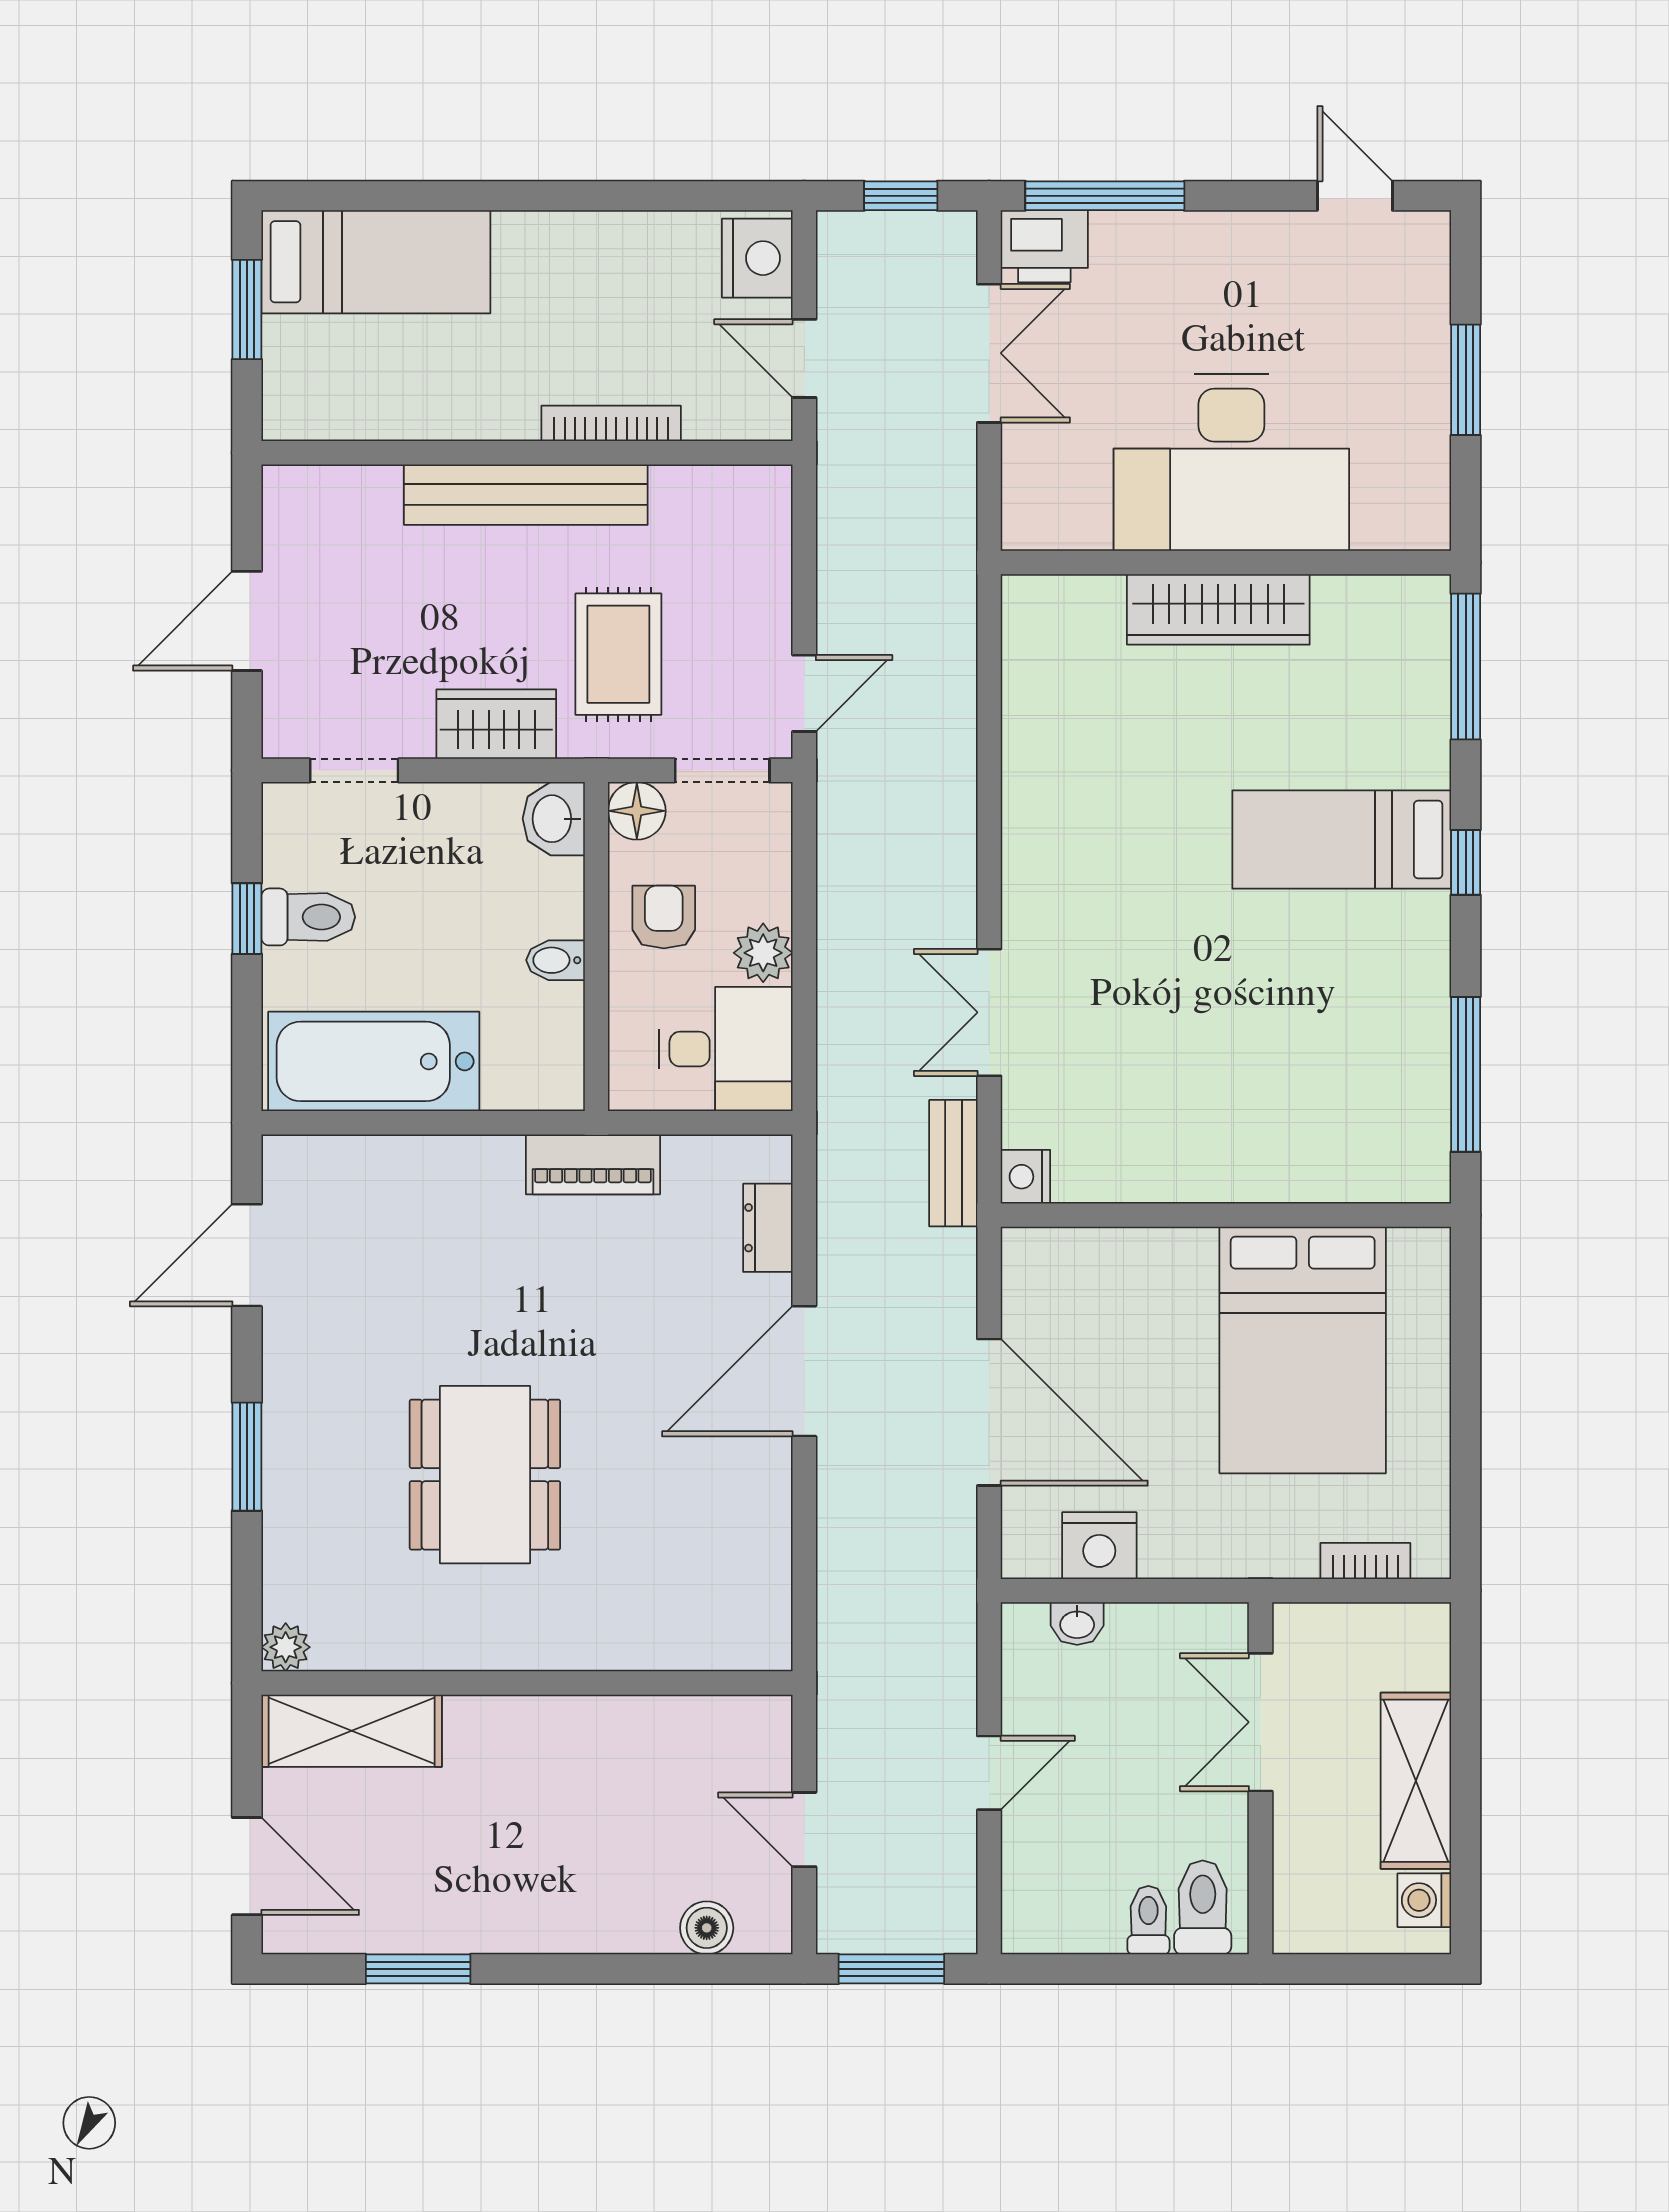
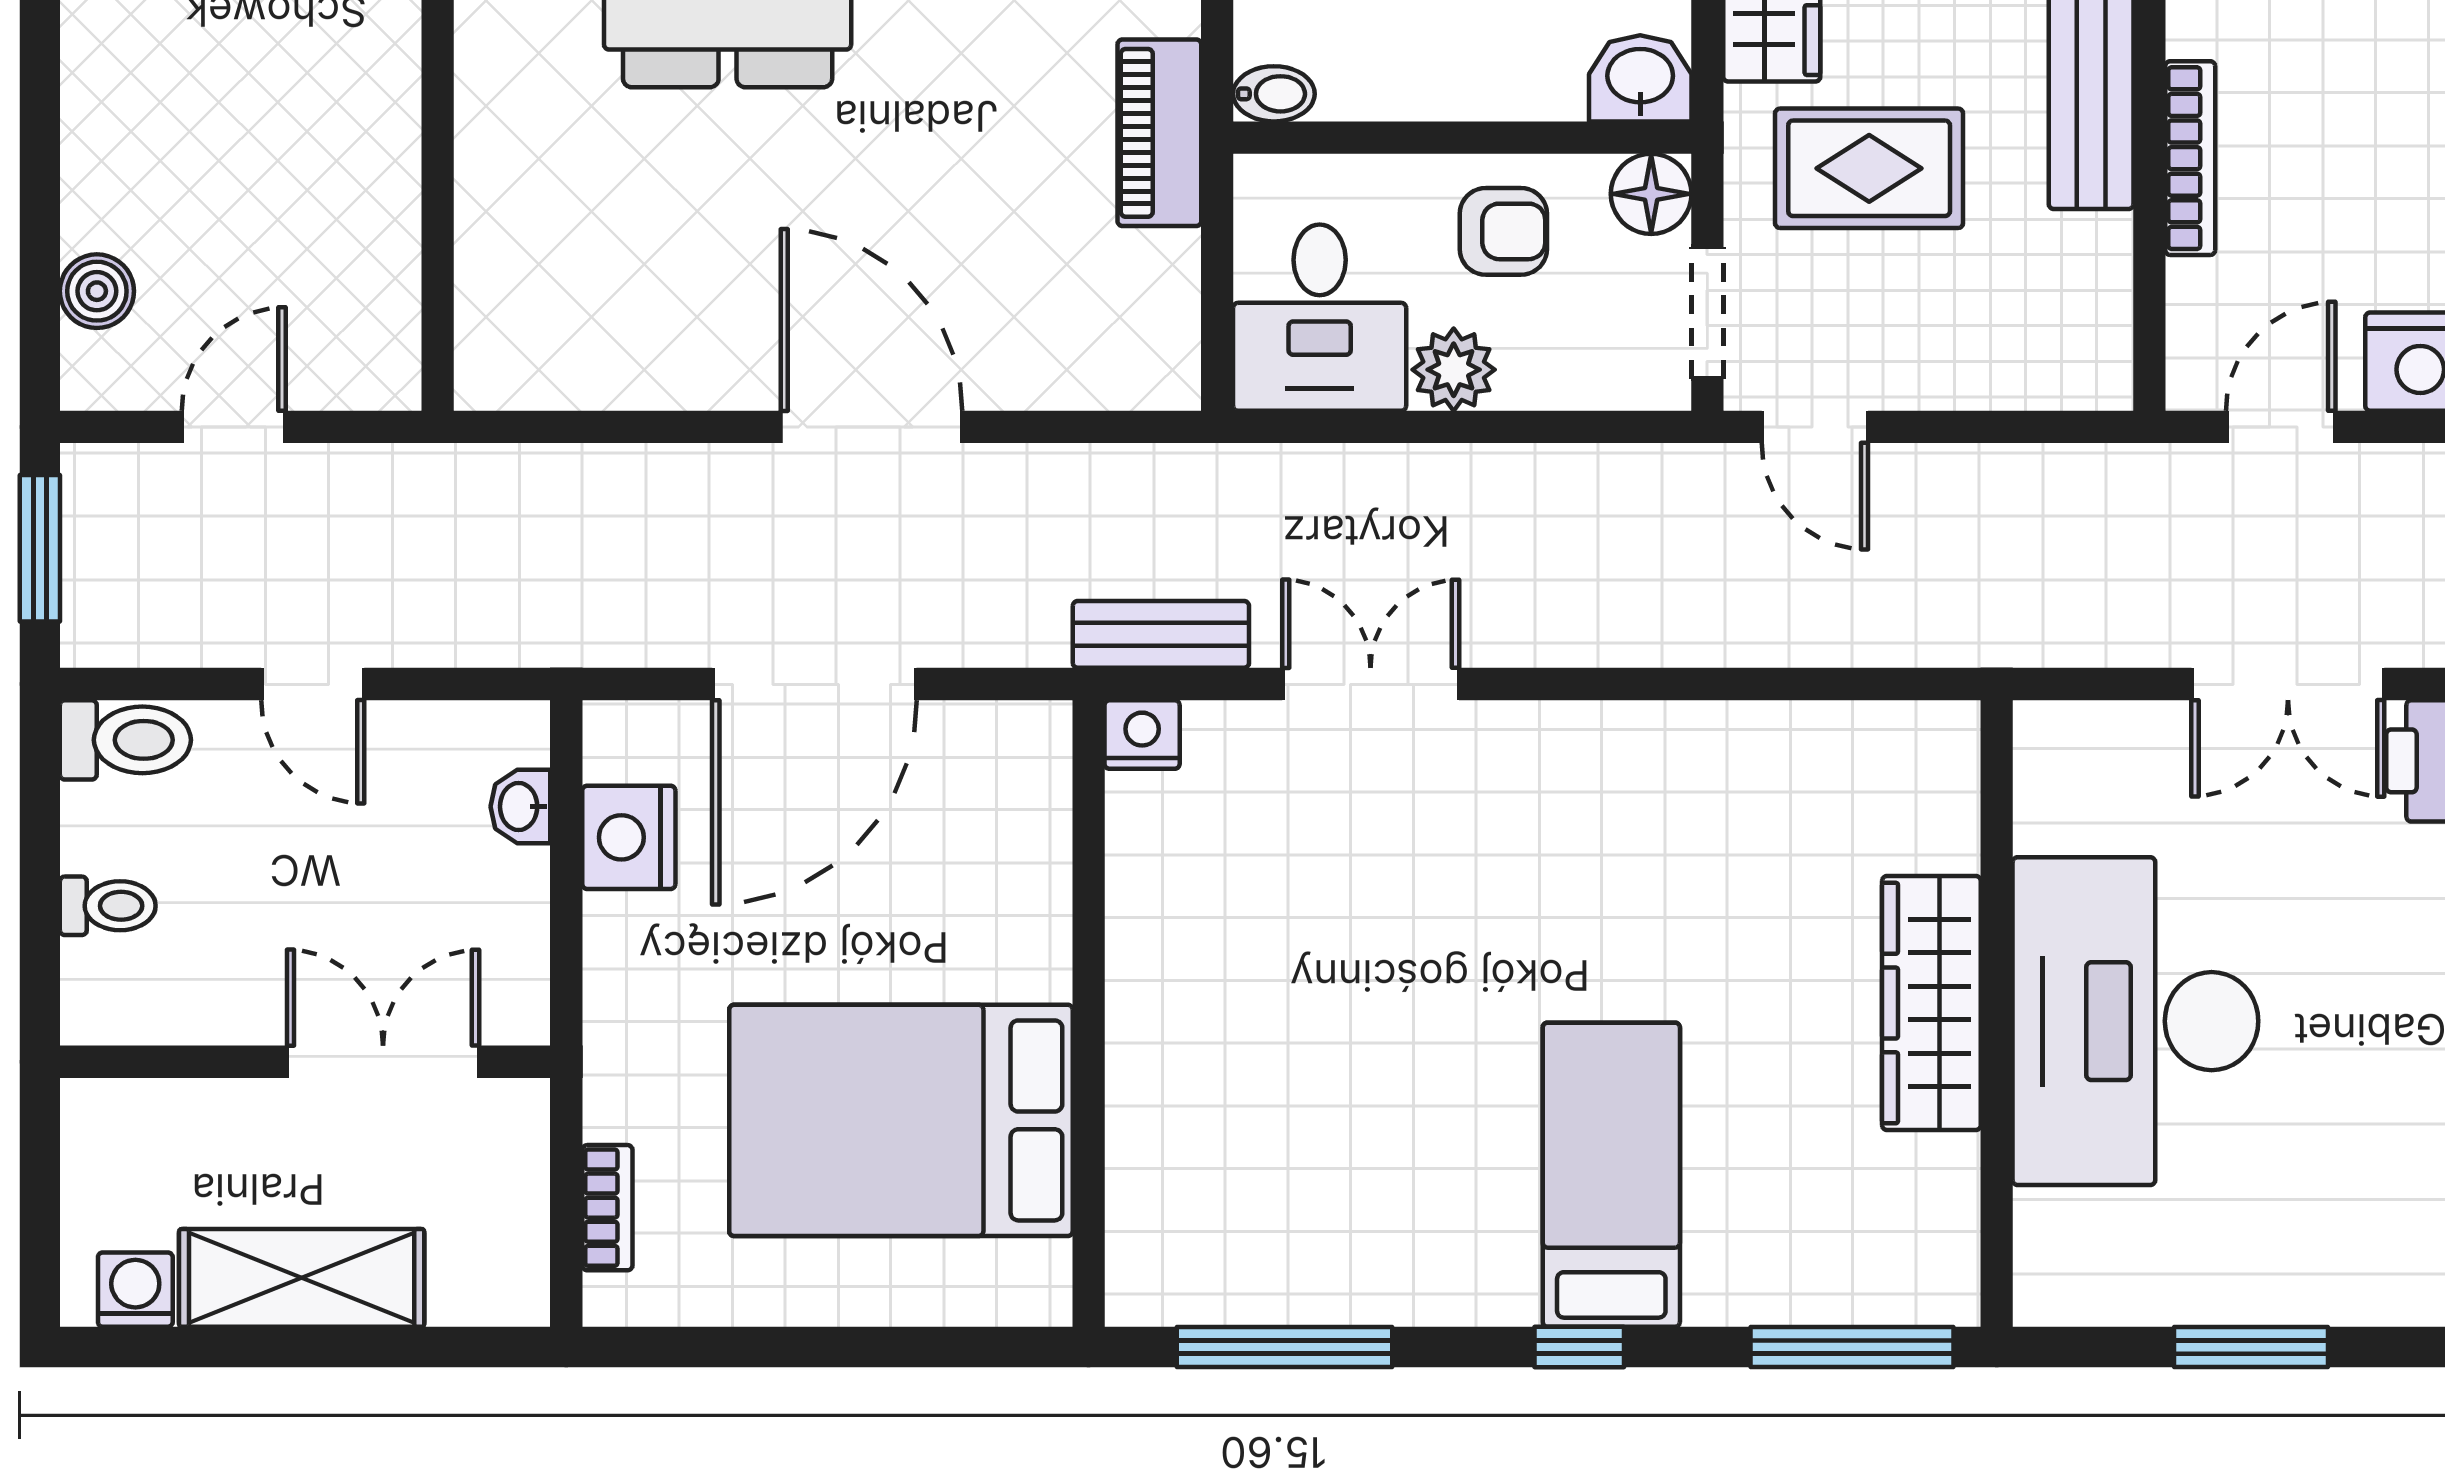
bidet: (556, 960) -> (1274, 94), moved, turned 90
dresser: (768, 1228) -> (1071, 376), removed
toilet: (1203, 1907) -> (125, 740), moved

